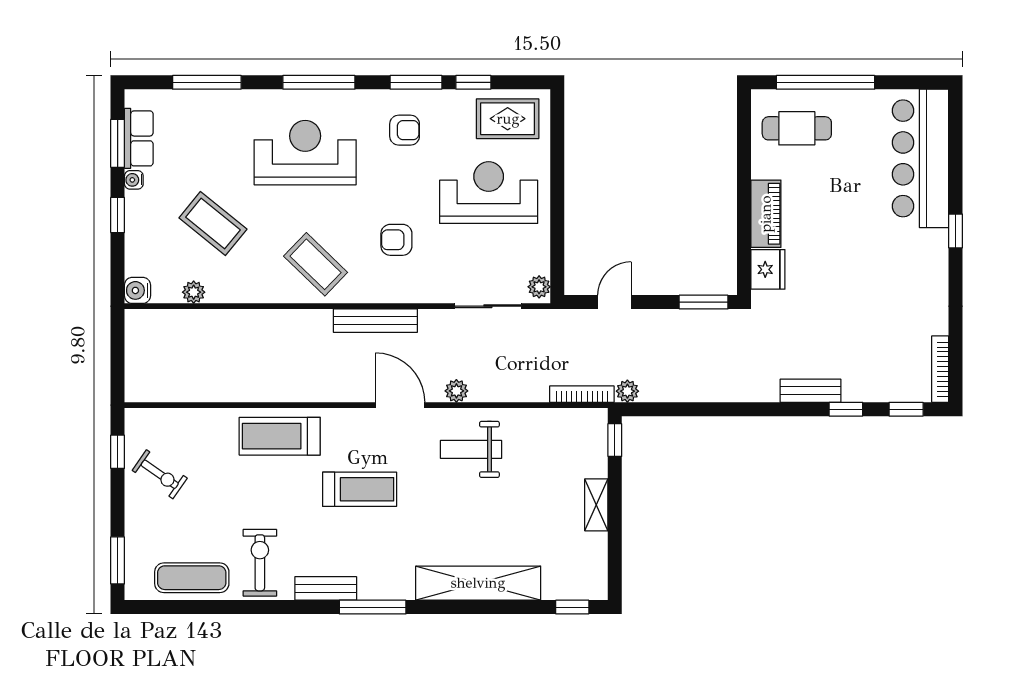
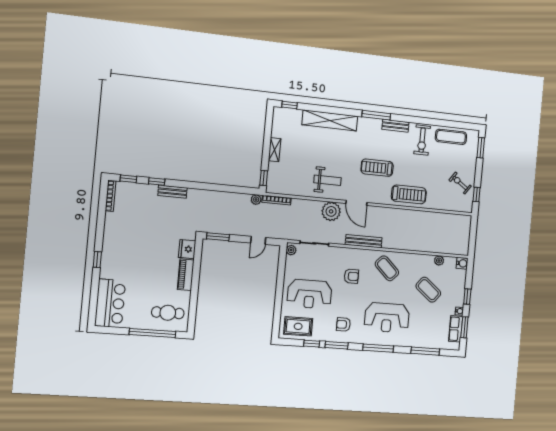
bar counter: (920, 158) -> (110, 303), width x0.73
plant: (456, 391) -> (331, 211), width x1.88, depth x1.88

